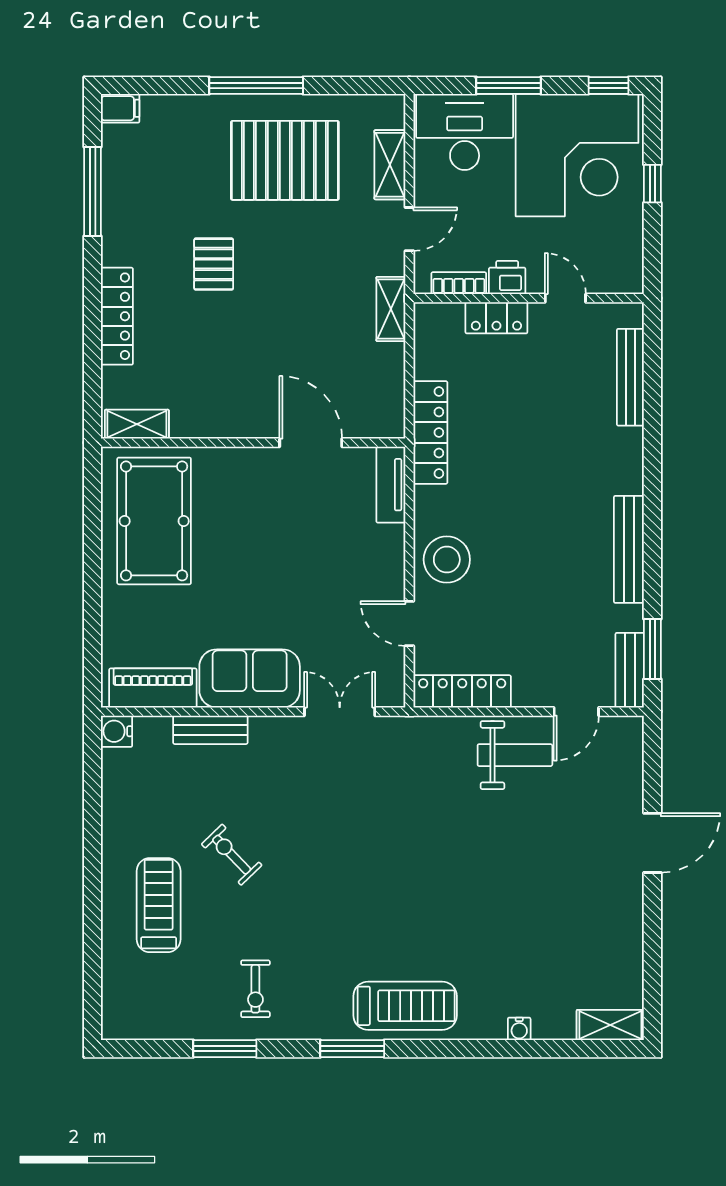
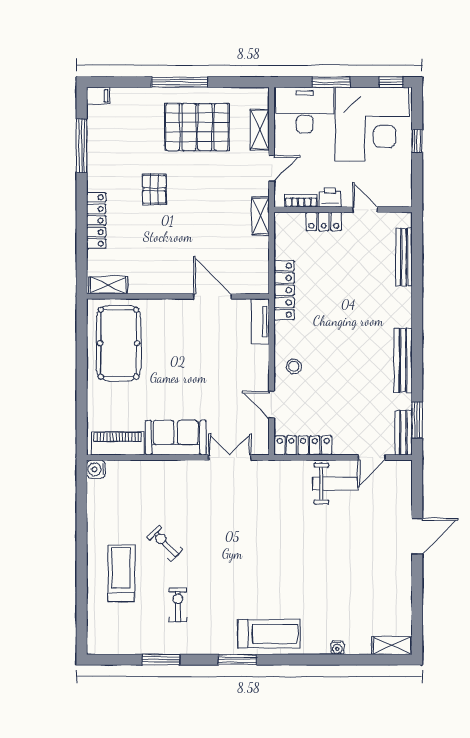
stool: (447, 560) -> (294, 366), width x0.53, depth x0.53
bench: (210, 730) -> (152, 468), removed
exercise bike: (255, 989) -> (178, 605), moved, turned 180

